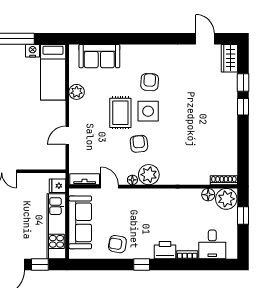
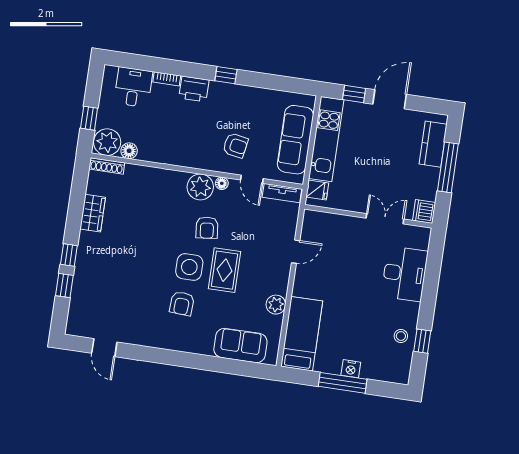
nightstand: (33, 51) -> (351, 369), moved
wardrobe: (229, 58) -> (93, 213), moved
armchair: (117, 244) -> (235, 145), moved

